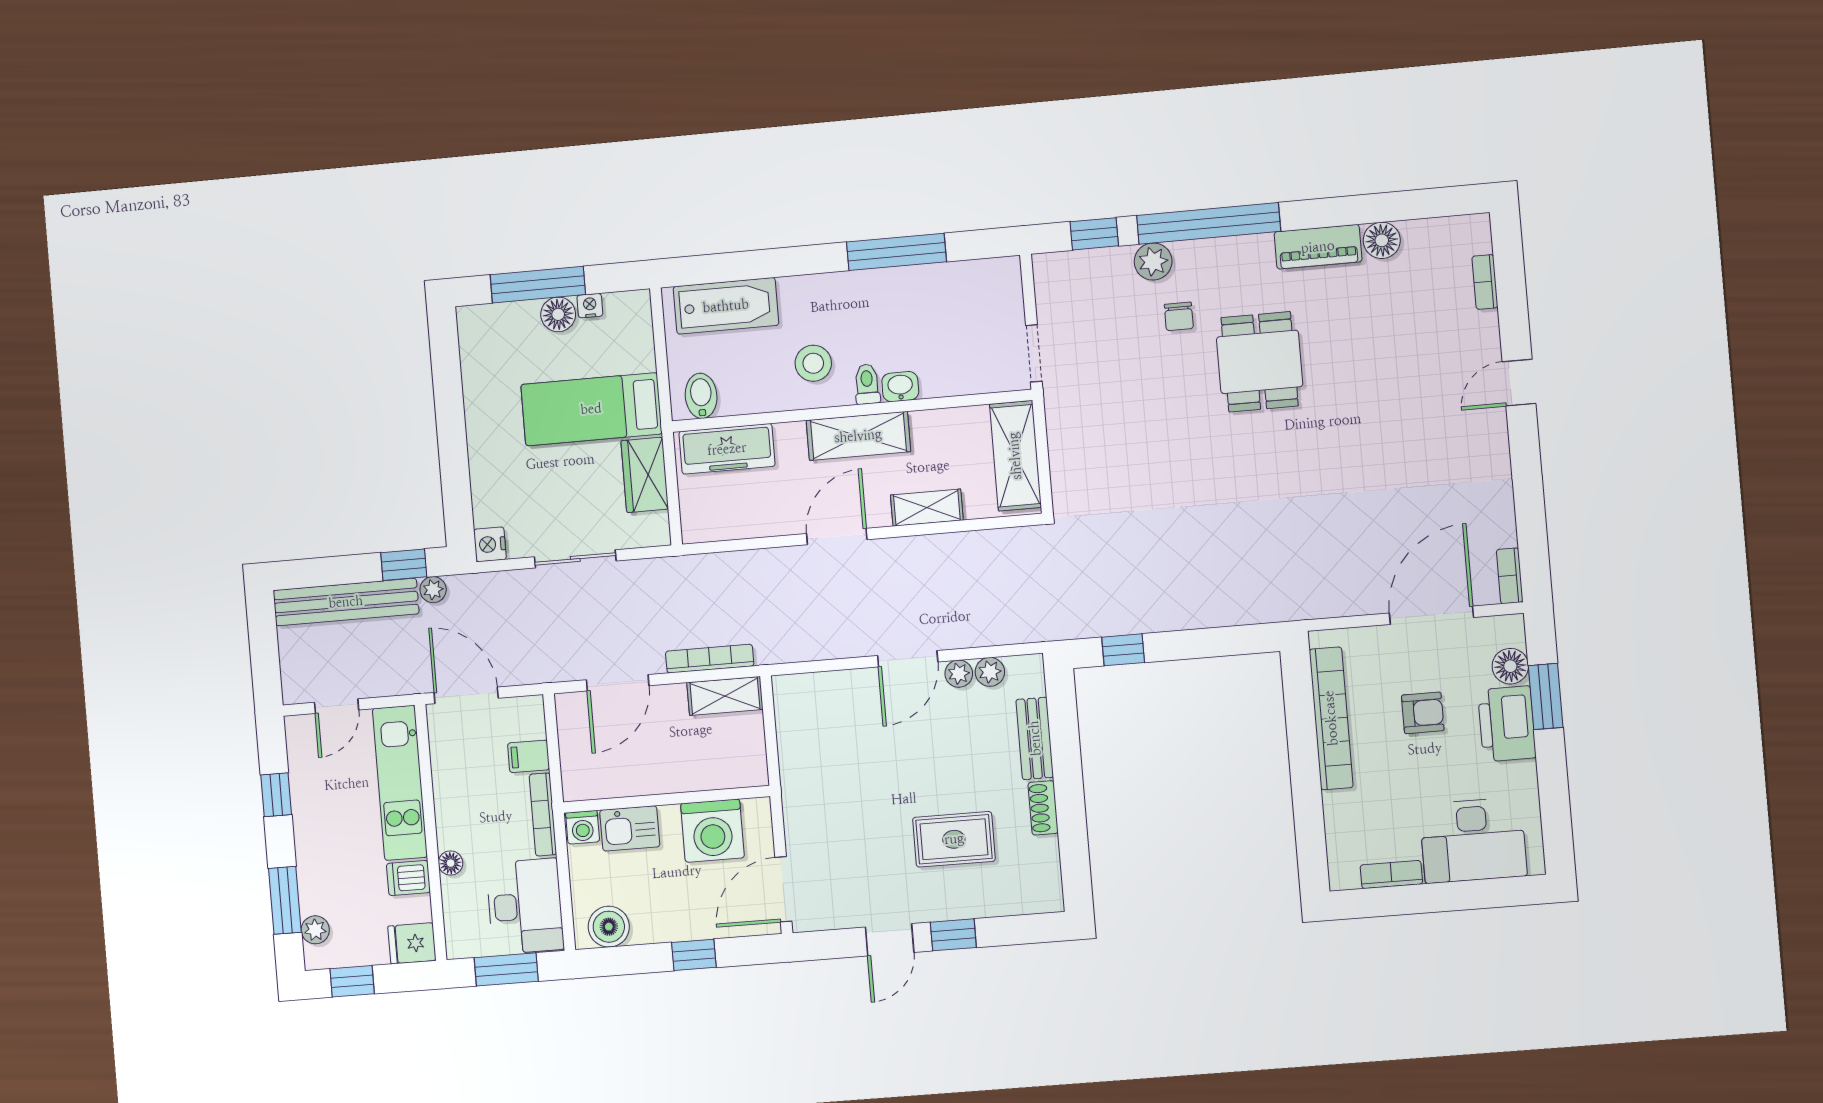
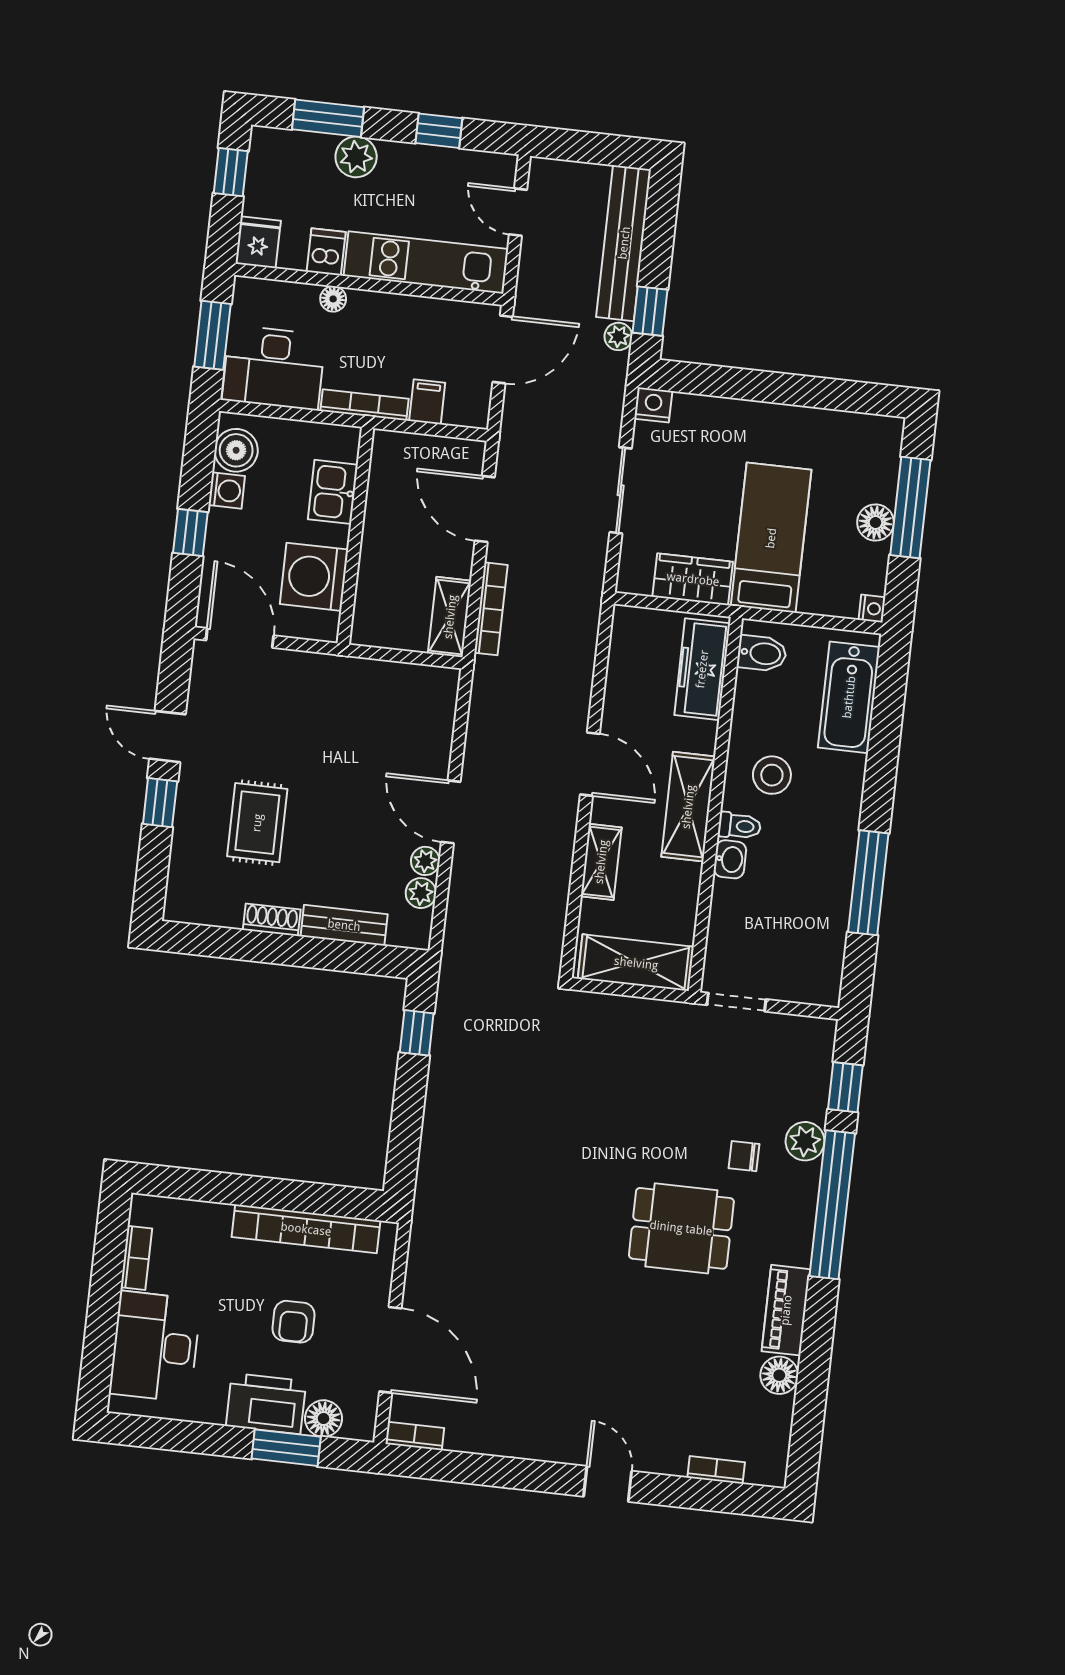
nightstand: (590, 306) -> (872, 609), moved
washing machine: (583, 827) -> (227, 491), moved, turned 180
plant: (315, 930) -> (356, 157), moved, width x1.38, depth x1.38

